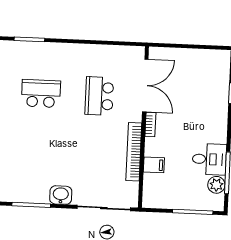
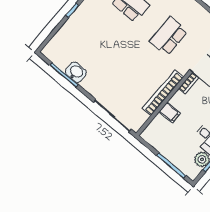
washbasin: (61, 195) -> (76, 72), moved

